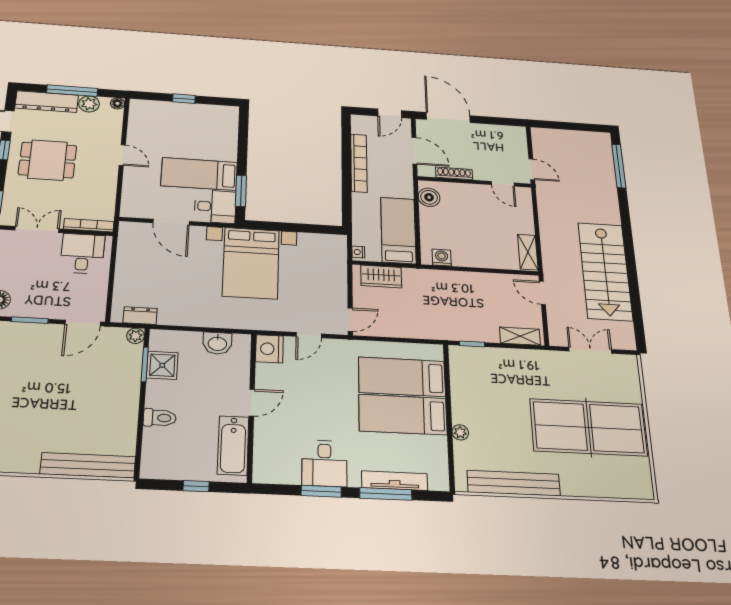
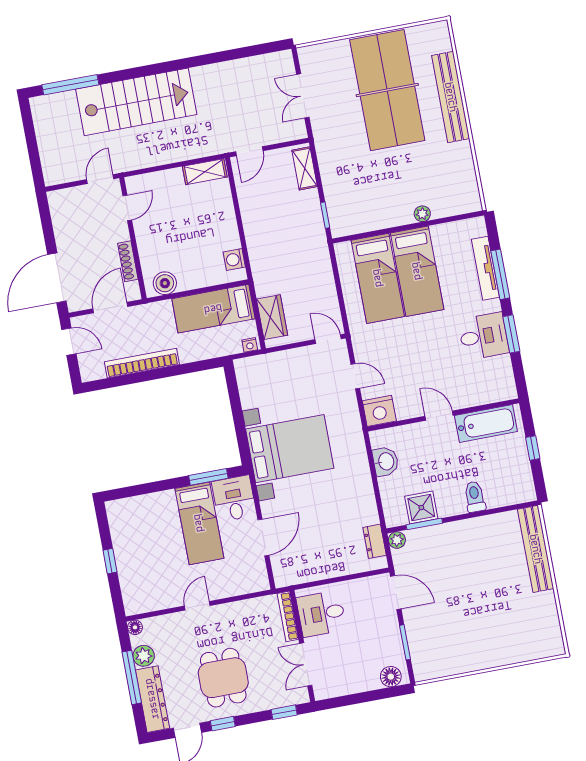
stairs: (605, 271) -> (136, 102), moved
bench: (514, 483) -> (451, 97), moved

